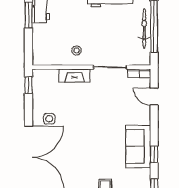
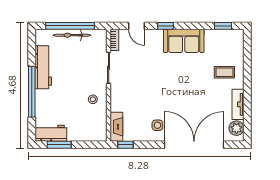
fireplace: (74, 75) -> (116, 127), moved
door: (154, 97) -> (136, 26), hinge flipped
window: (154, 154) -> (165, 26), moved

